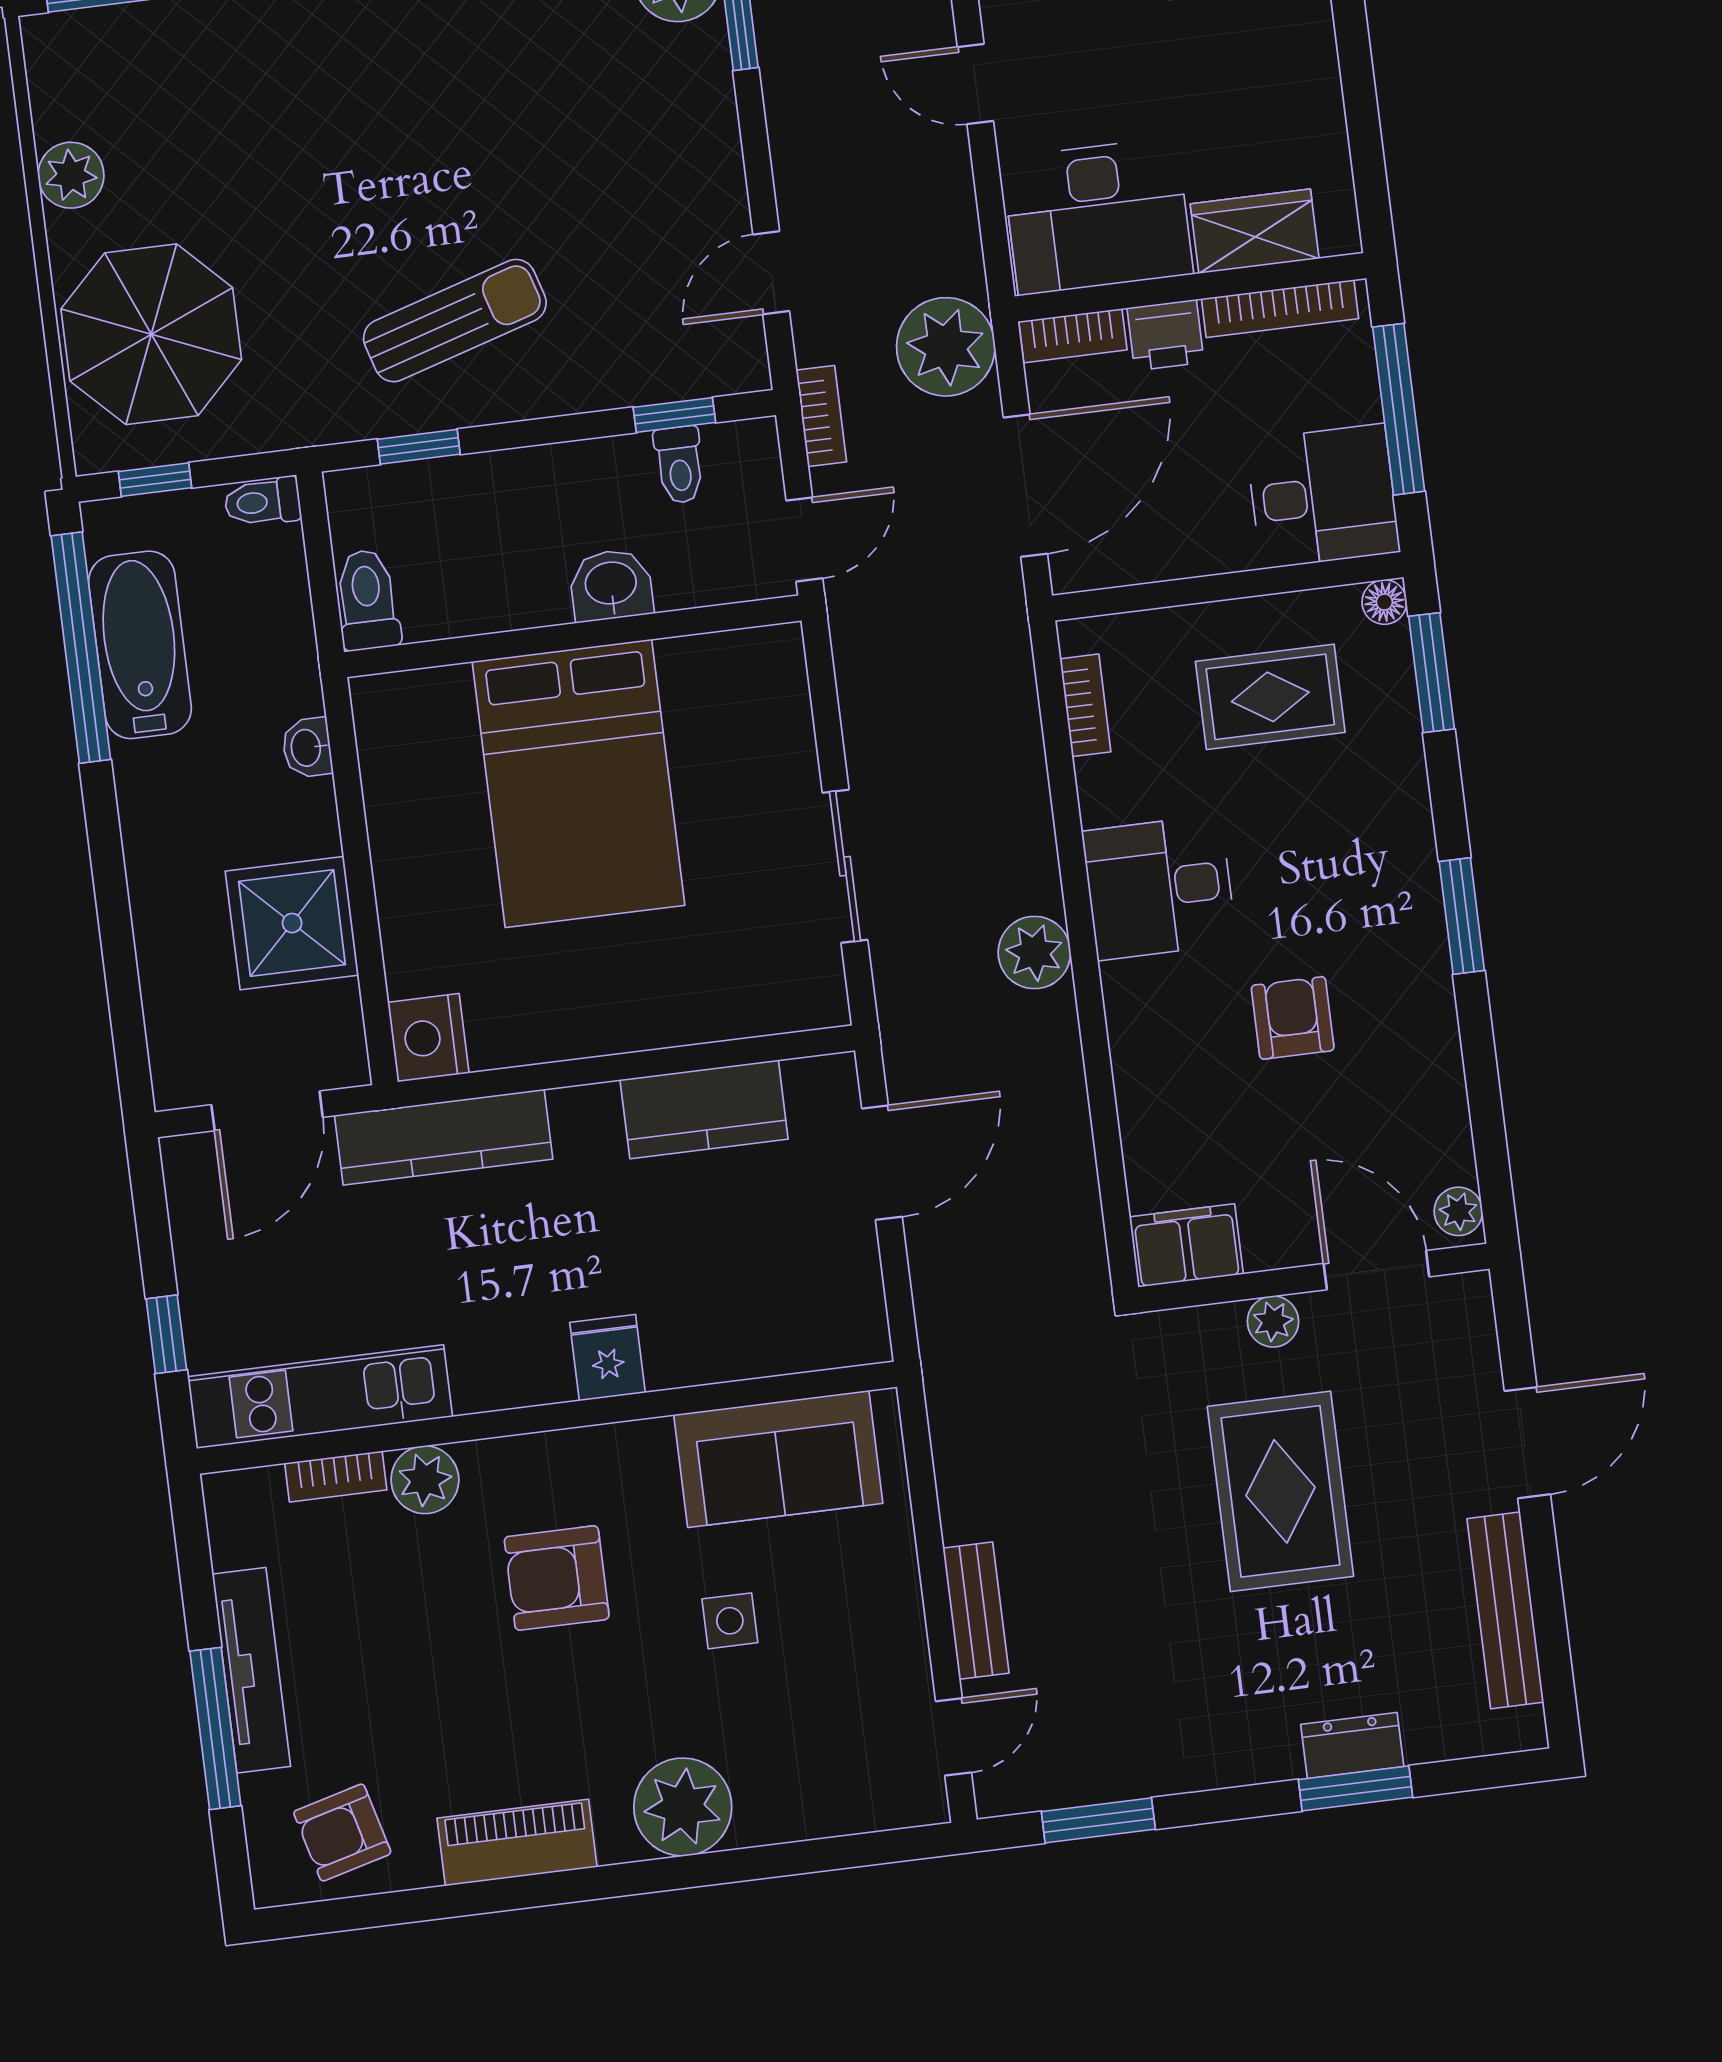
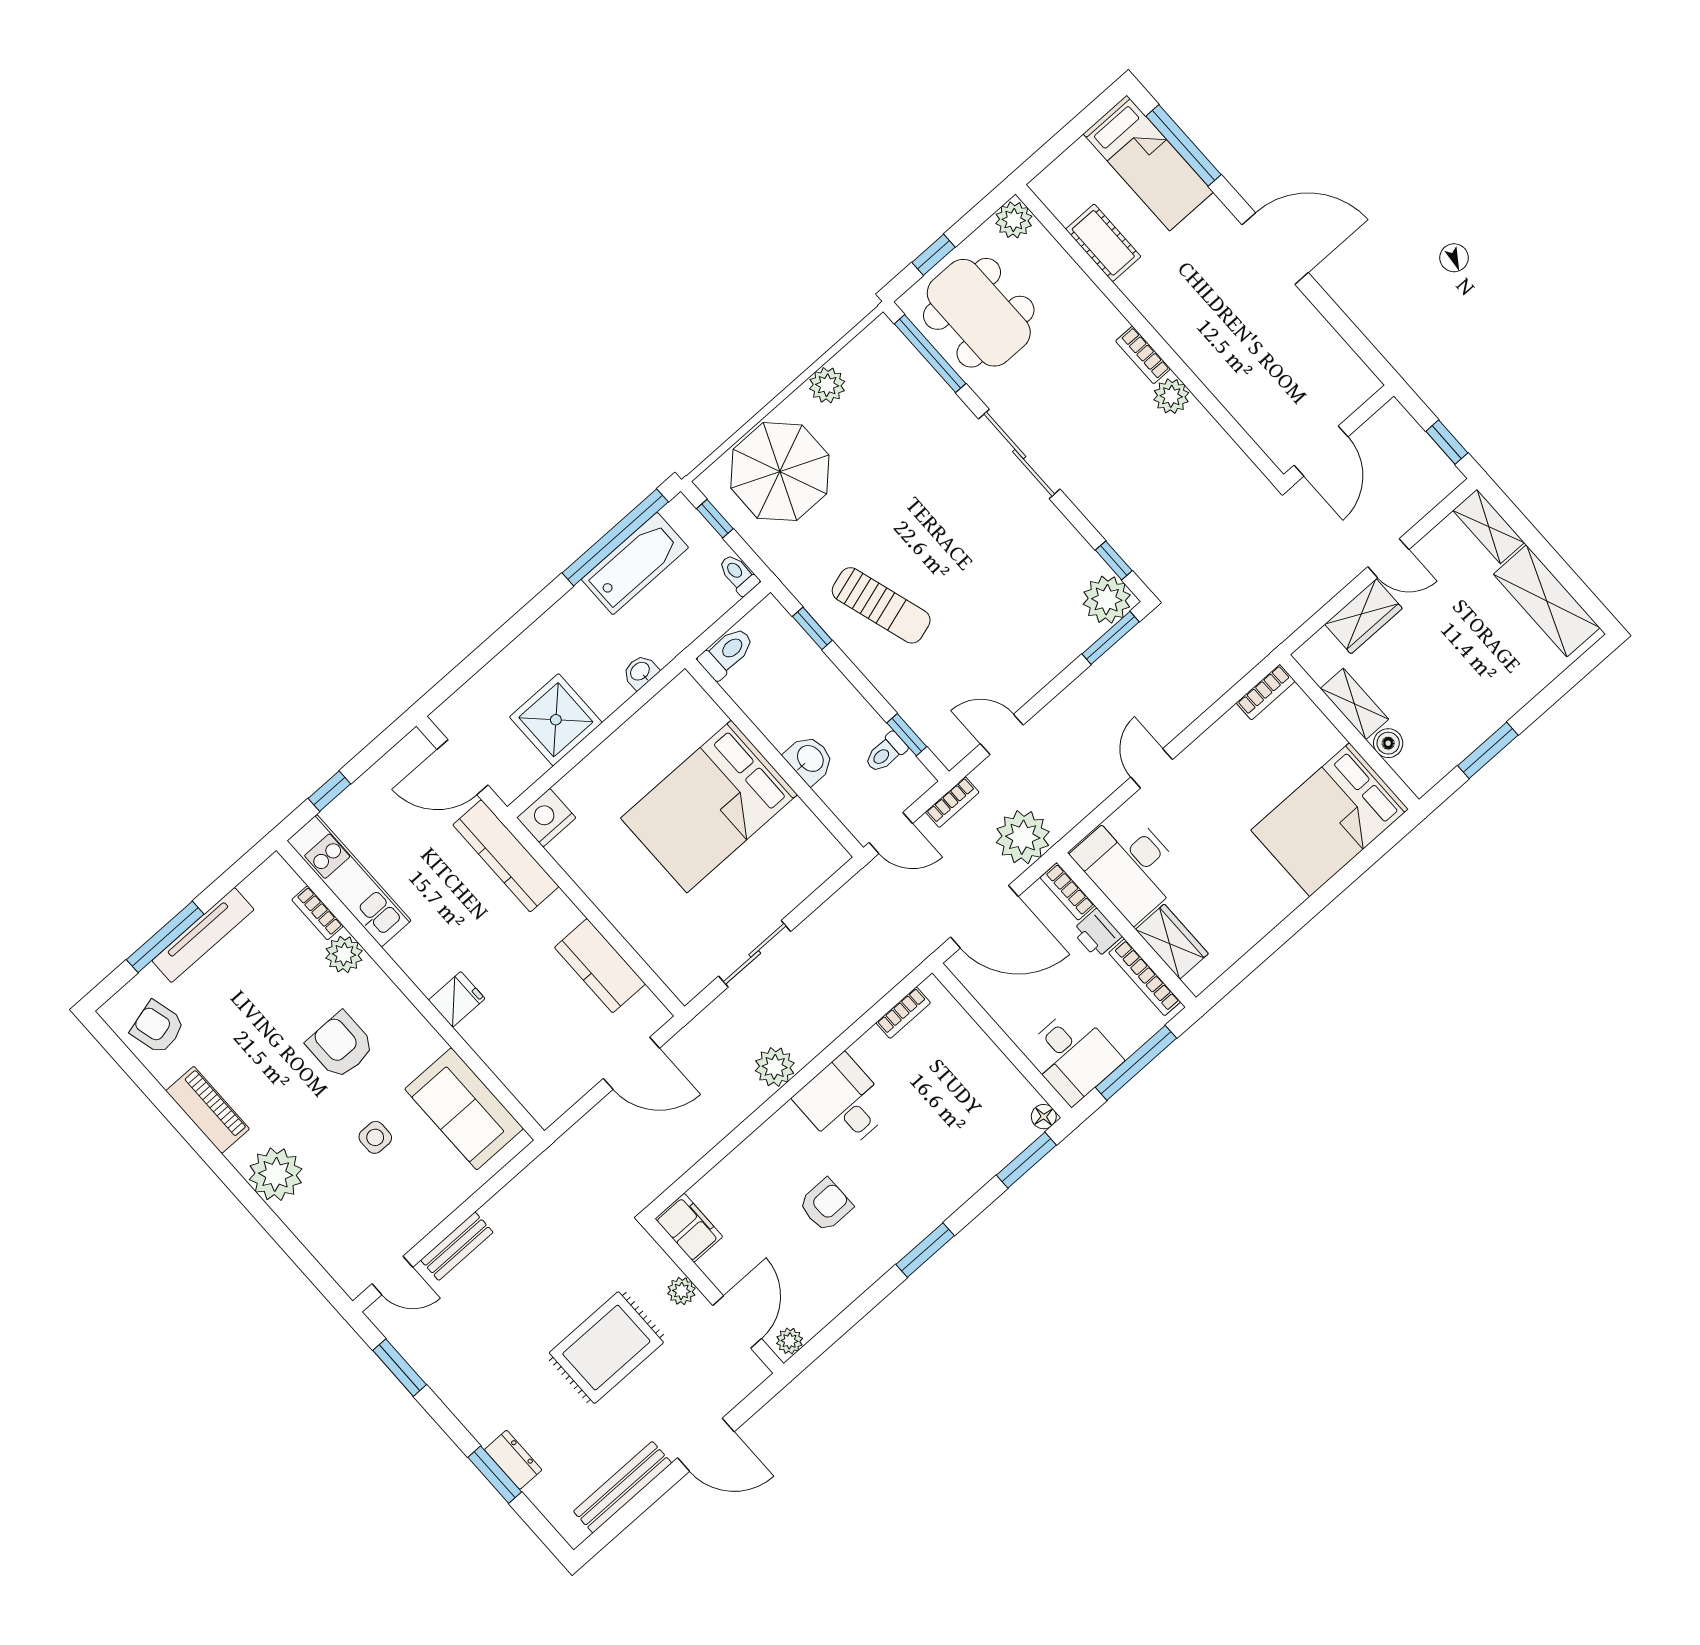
rug: (1270, 697) -> (965, 1094), removed

